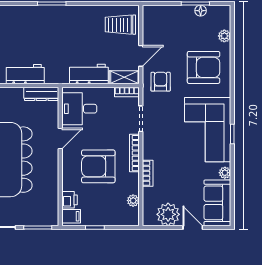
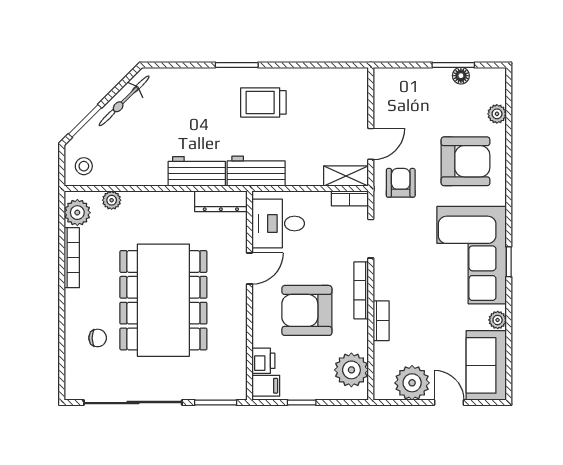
trolley: (120, 25) -> (263, 102), moved
workbench: (89, 74) -> (256, 171), moved
plant: (133, 201) -> (351, 370), width x1.88, depth x1.88

